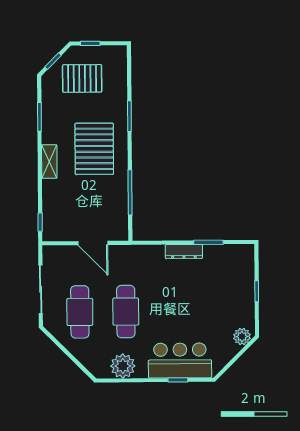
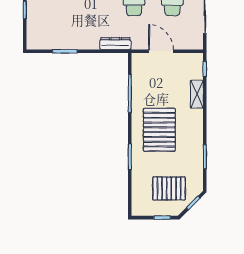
shelving: (49, 161) -> (197, 94), moved
dresser: (184, 252) -> (115, 44), moved

